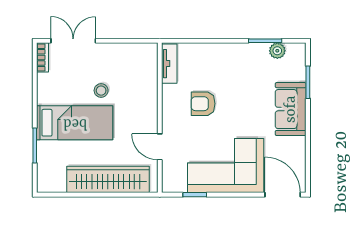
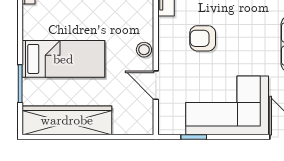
stool: (101, 91) -> (144, 50), moved
wardrobe: (108, 179) -> (67, 120), moved

